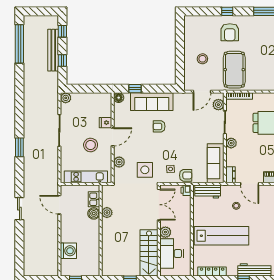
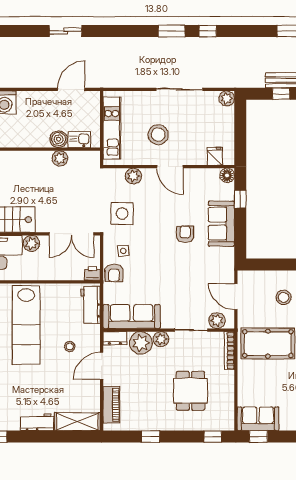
sofa: (152, 102) -> (221, 224), width x0.73
window: (19, 111) -> (208, 31), added
fridge: (105, 123) -> (215, 156), moved
window: (19, 147) -> (172, 31), moved
plant: (234, 157) -> (141, 343), added

